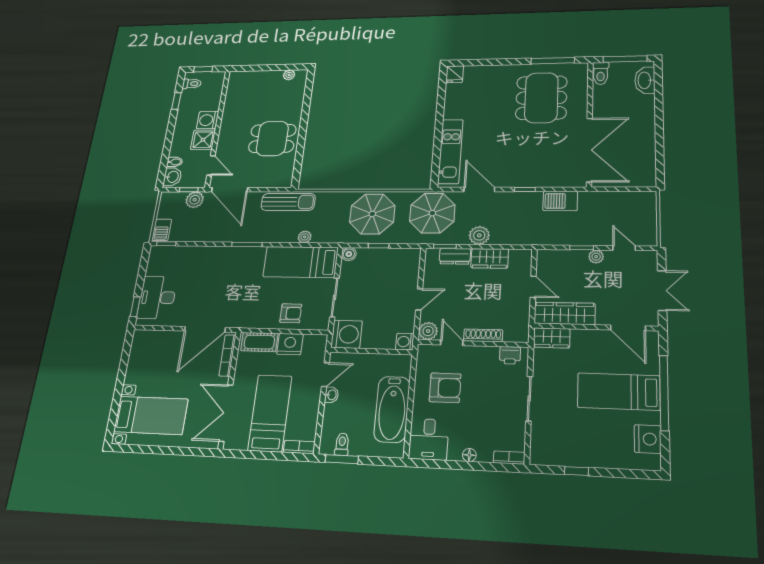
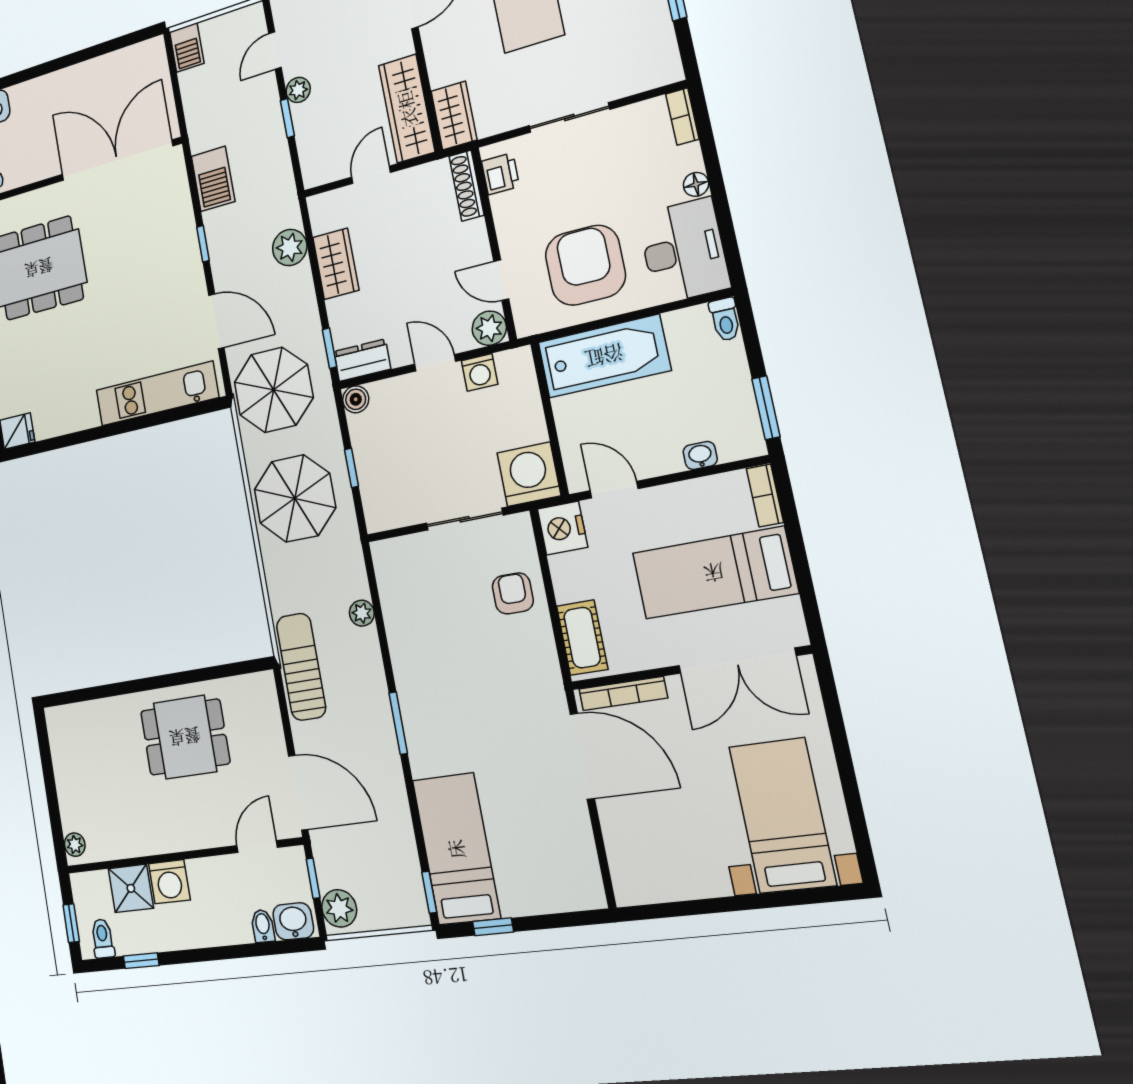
plant: (289, 75) -> (75, 845), moved
dining table: (272, 138) -> (185, 737), turned 90
shower: (203, 140) -> (131, 888), moved
door: (479, 189) -> (216, 321), swing flipped
door: (230, 190) -> (298, 793), hinge flipped
plant: (195, 200) -> (339, 908), moved
barbecue: (162, 230) -> (187, 47), moved, turned 90
plant: (479, 235) -> (290, 248), moved
boiler: (349, 254) -> (356, 399), moved
dresser: (455, 256) -> (362, 360), moved, turned -90
bed: (301, 262) -> (456, 849), moved, turned 180
desk: (157, 297) -> (541, 878), removed
window: (135, 307) -> (493, 927), moved
shoe rack: (483, 335) -> (467, 186), moved
washing machine: (405, 342) -> (480, 372), moved
door: (452, 343) -> (501, 280), hinge flipped
nightstand: (290, 344) -> (562, 528), moved
armchair: (445, 388) -> (585, 265), width x1.36, depth x1.36
washbasin: (332, 395) -> (700, 455), moved
bathtub: (392, 409) -> (604, 356), moved
desk: (429, 439) -> (684, 251), width x1.37
toilet: (342, 444) -> (725, 319), moved, turned -90

